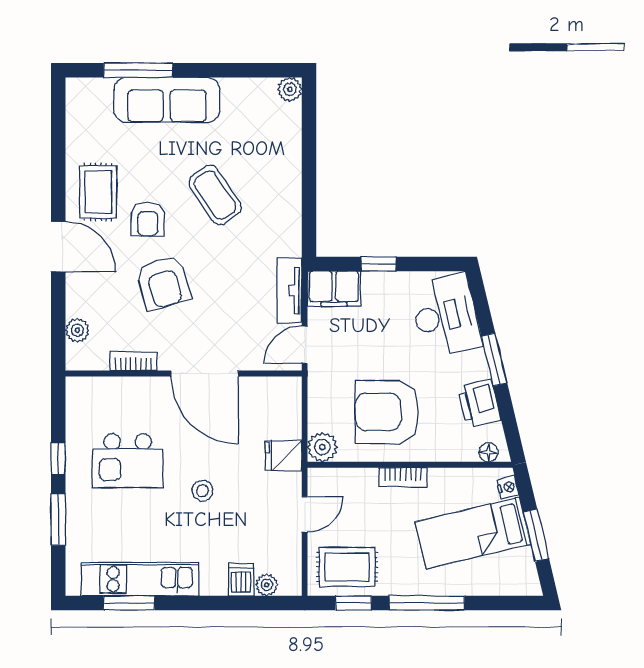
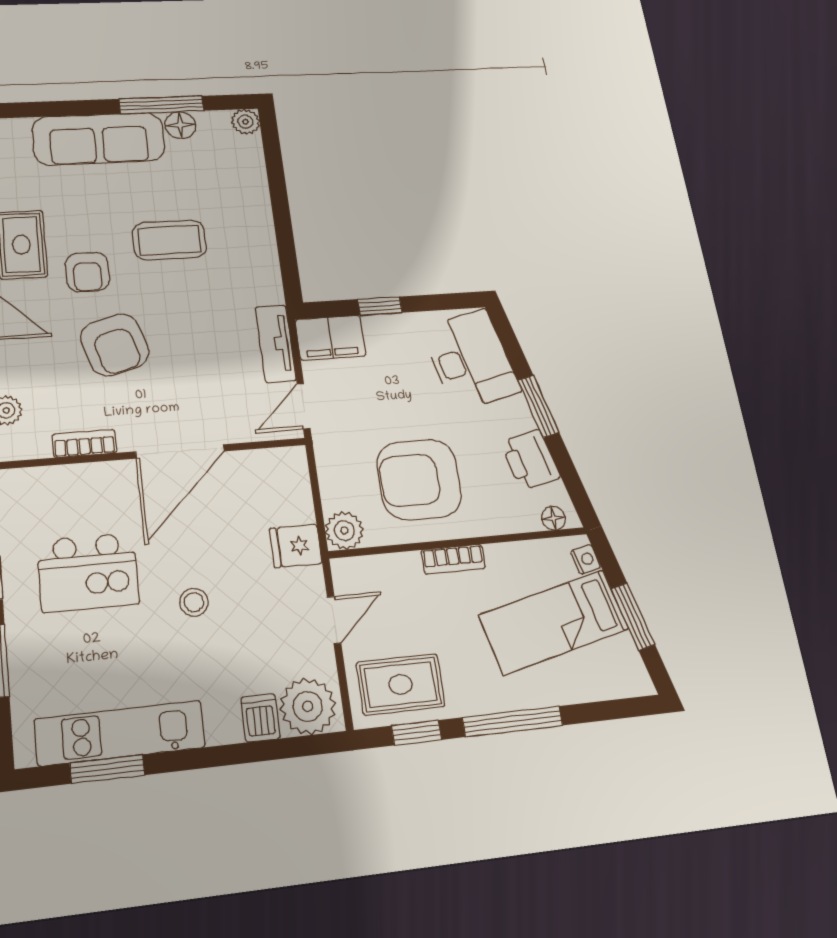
window: (138, 70) -> (161, 105), moved
floor lamp: (235, 90) -> (180, 125), added
coffee table: (215, 195) -> (169, 240), turned -56
door: (205, 374) -> (180, 451), hinge flipped
plant: (267, 585) -> (308, 706), width x1.88, depth x1.88

